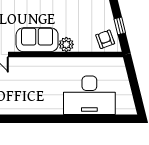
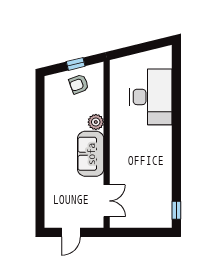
armchair: (105, 39) -> (79, 84), moved

